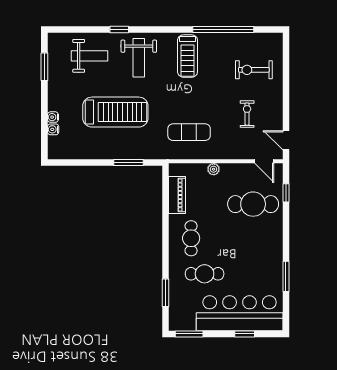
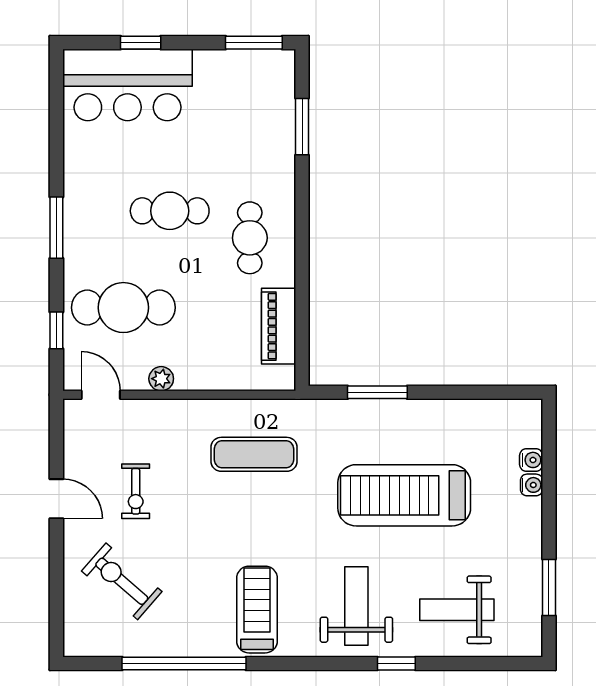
exercise bike: (254, 70) -> (122, 581), turned -139
door: (286, 140) -> (56, 499), moved
plant: (214, 169) -> (161, 379), moved
cafe table: (205, 274) -> (170, 211), moved
window: (286, 276) -> (56, 228), moved
bar counter: (240, 313) -> (127, 85), width x0.73

